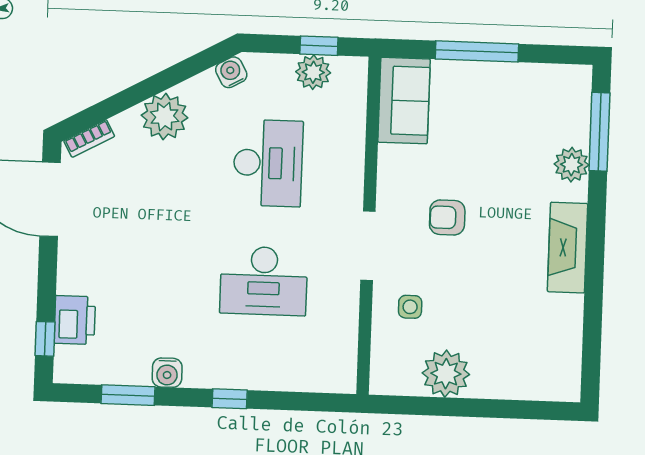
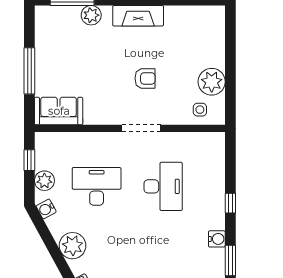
plant: (313, 72) -> (44, 181), moved
armchair: (447, 217) -> (145, 78), moved, turned -90
side table: (410, 307) -> (200, 110), moved

